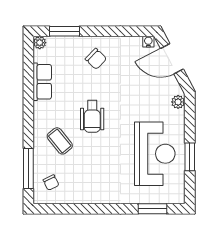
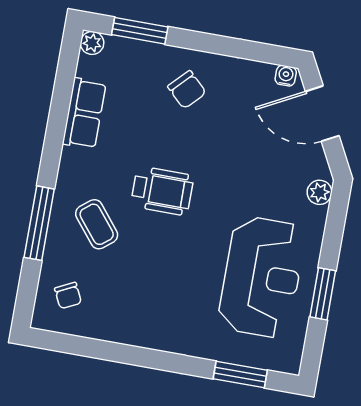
wheelchair: (92, 116) -> (162, 191), turned -90
window: (28, 168) -> (39, 223), moved

